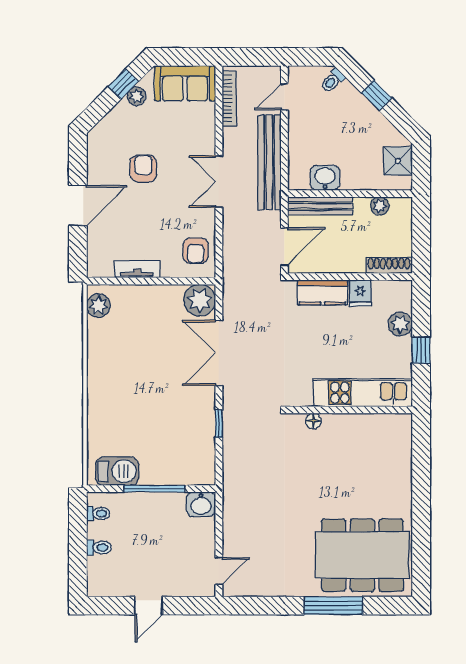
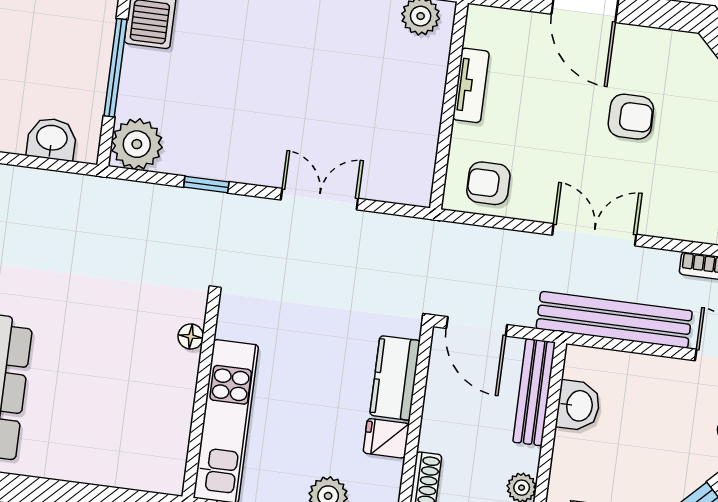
plant: (200, 300) -> (137, 144), moved
double door: (219, 353) -> (319, 199), width x0.73
washbasin: (201, 504) -> (52, 139), moved, turned 90

